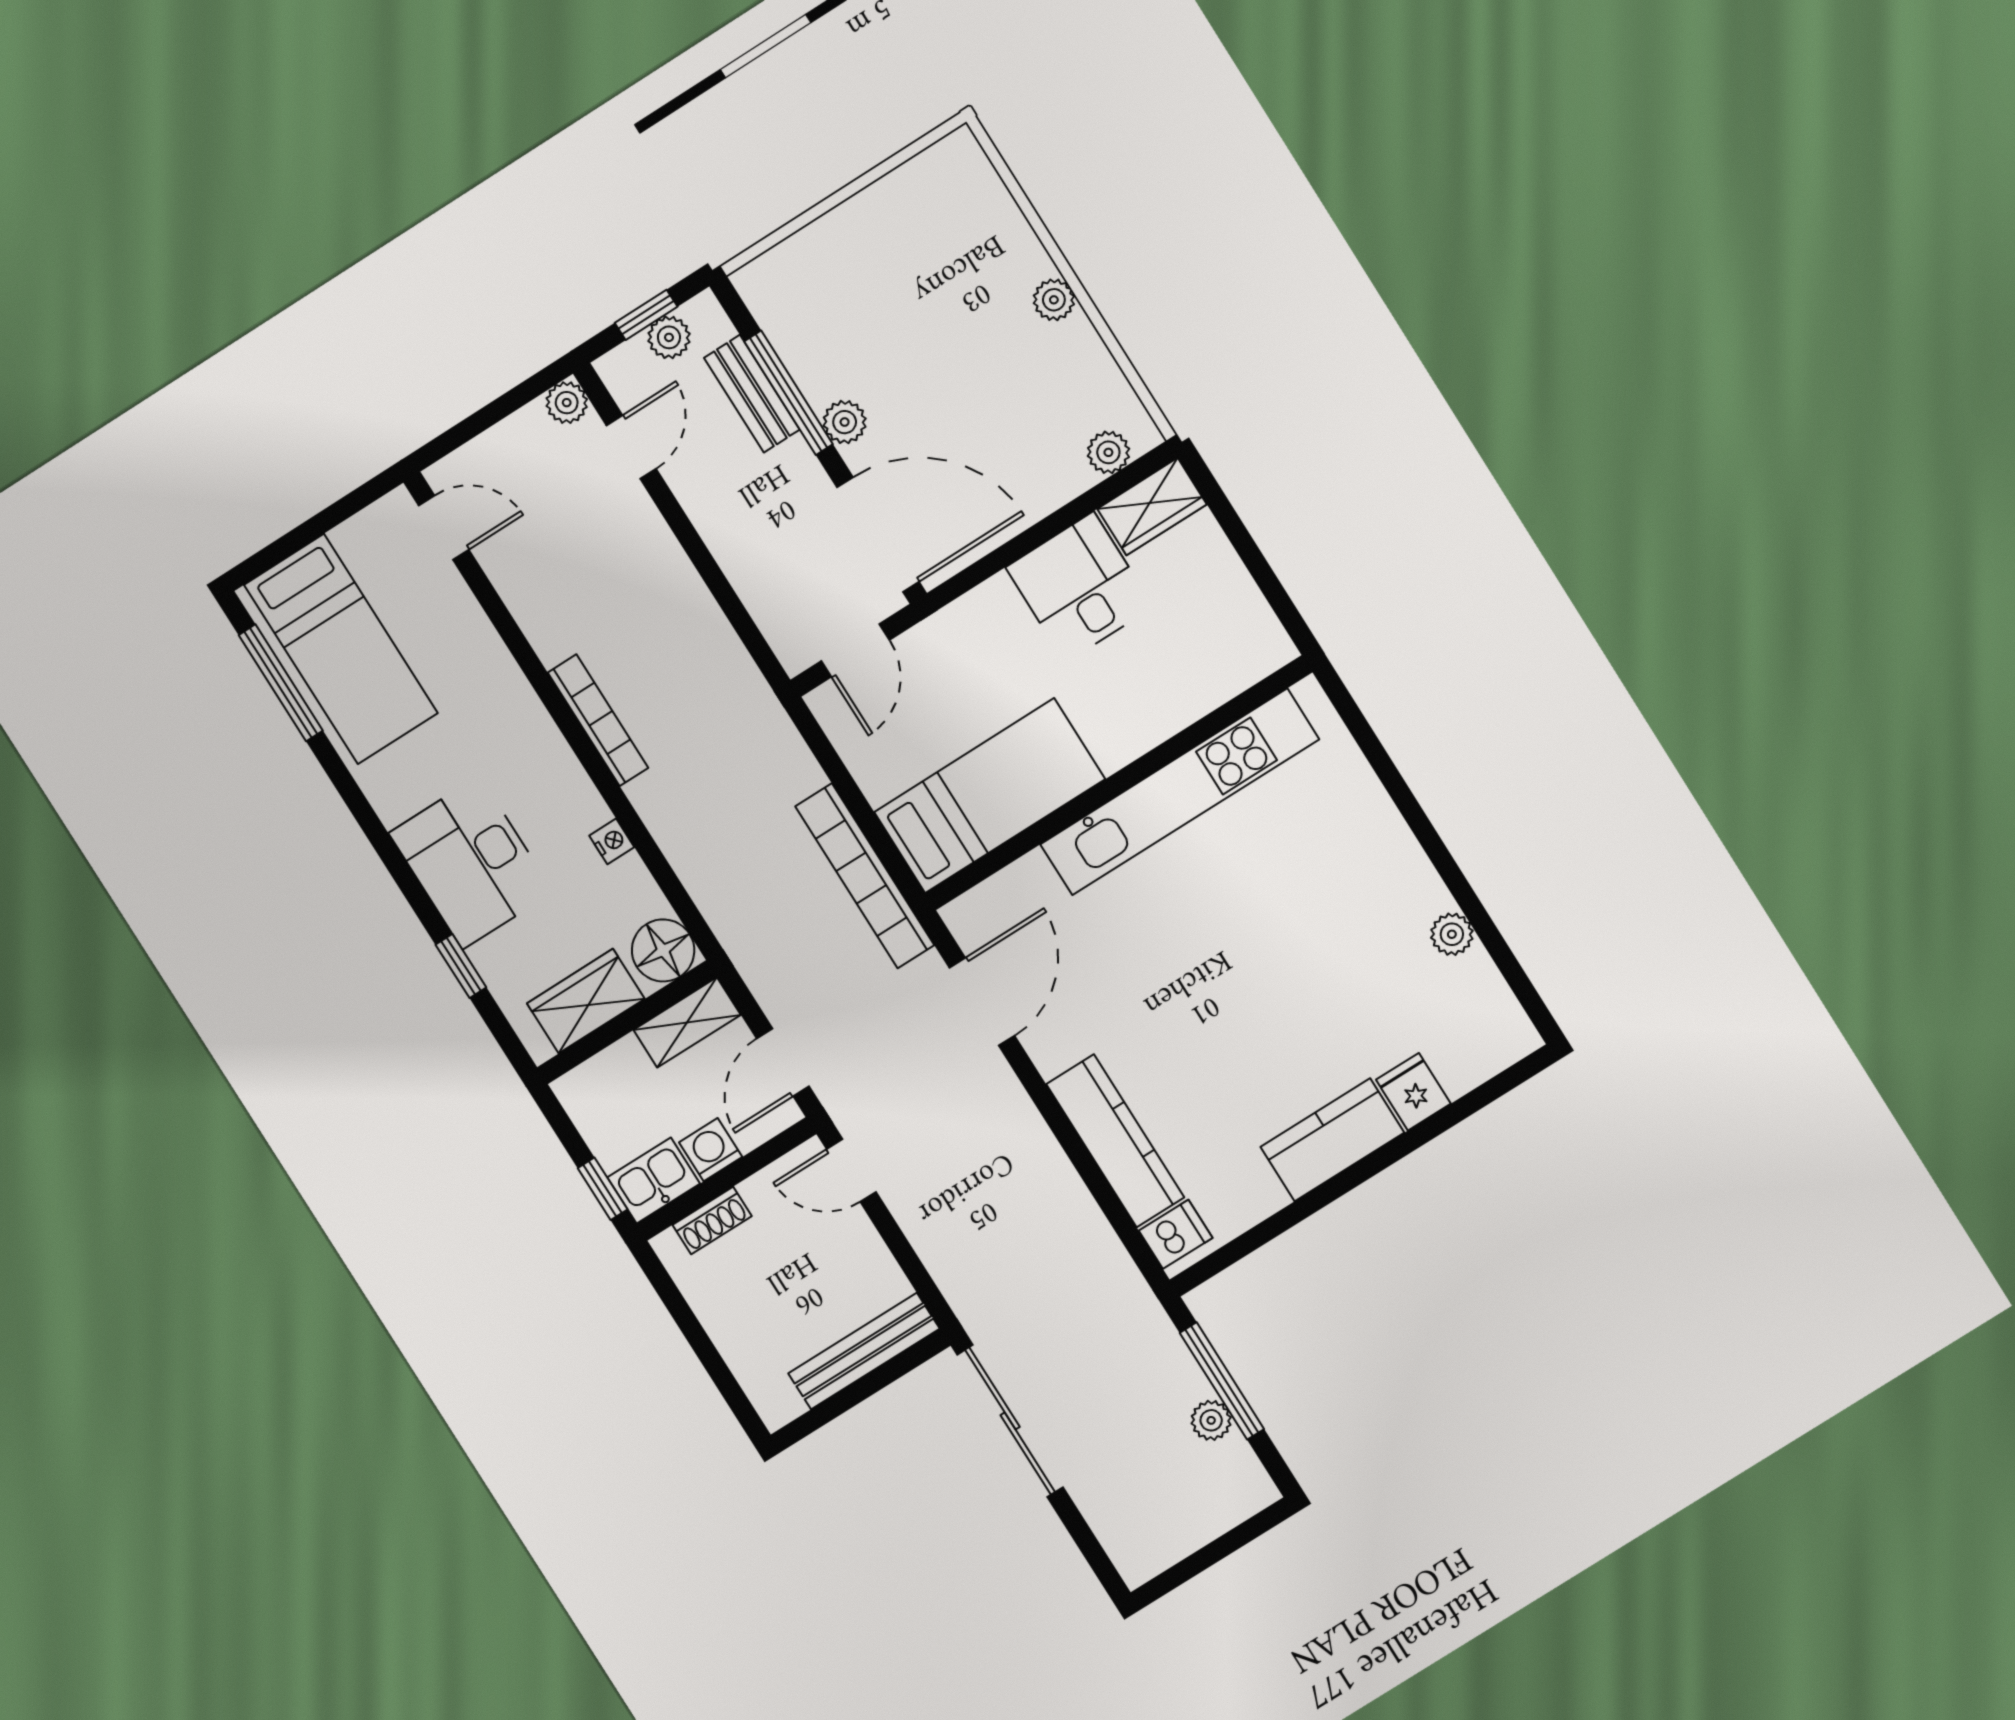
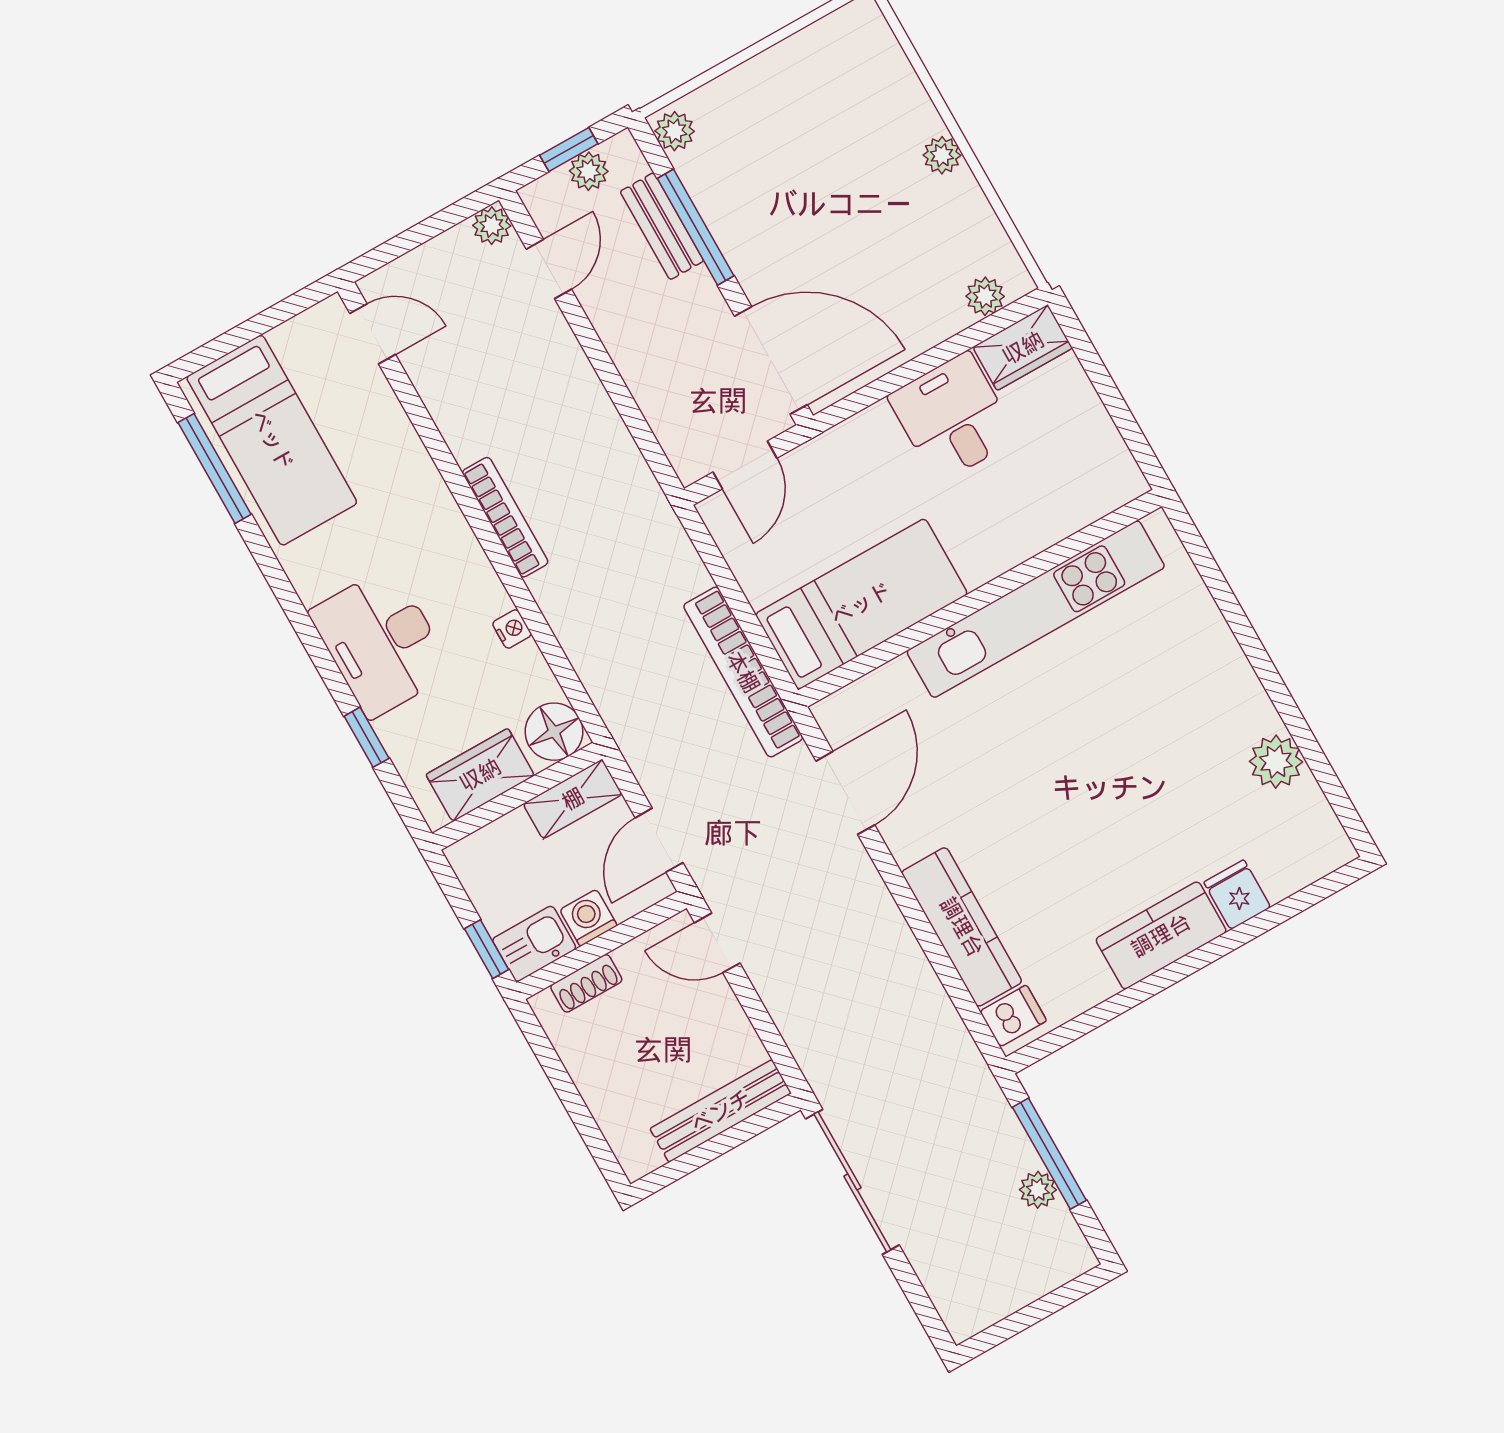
plant: (845, 422) -> (675, 131), moved
plant: (1452, 934) -> (1276, 762), width x1.38, depth x1.38

